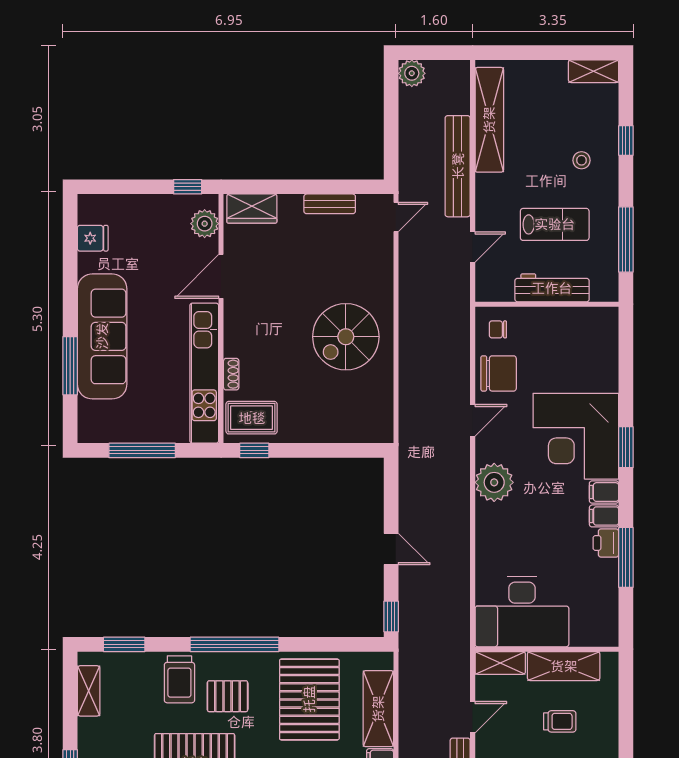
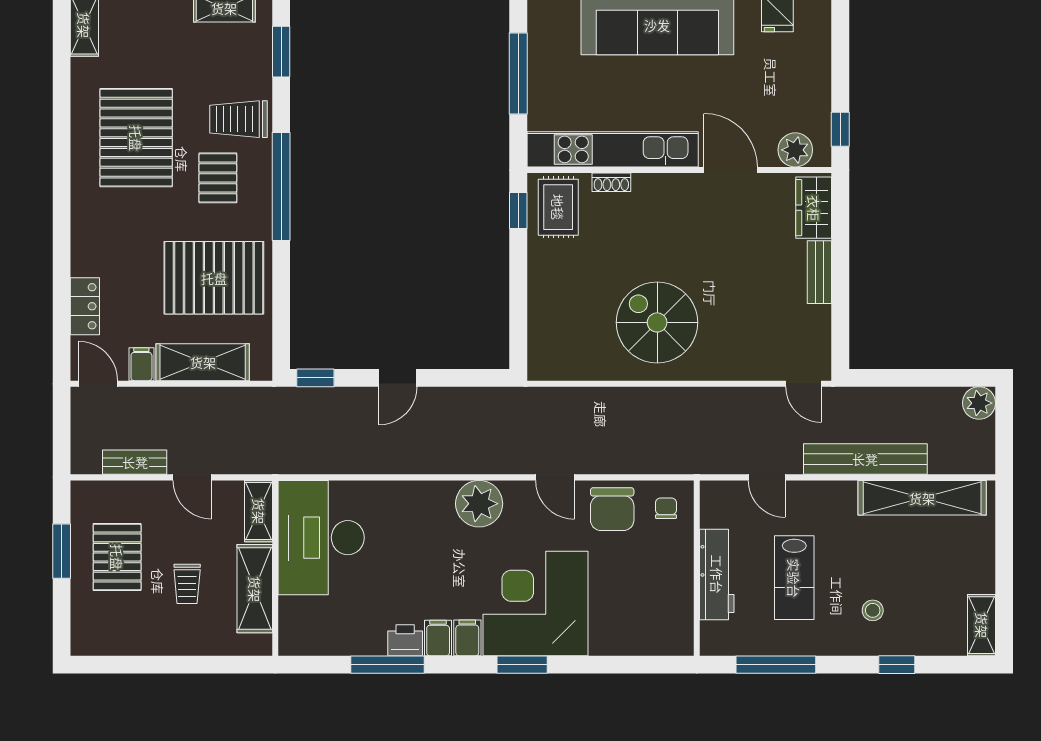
bench: (330, 204) -> (819, 272), moved

